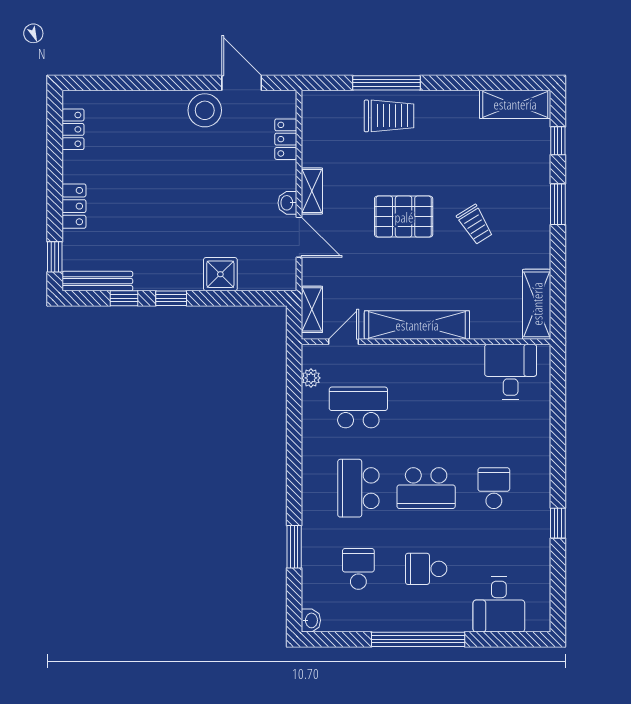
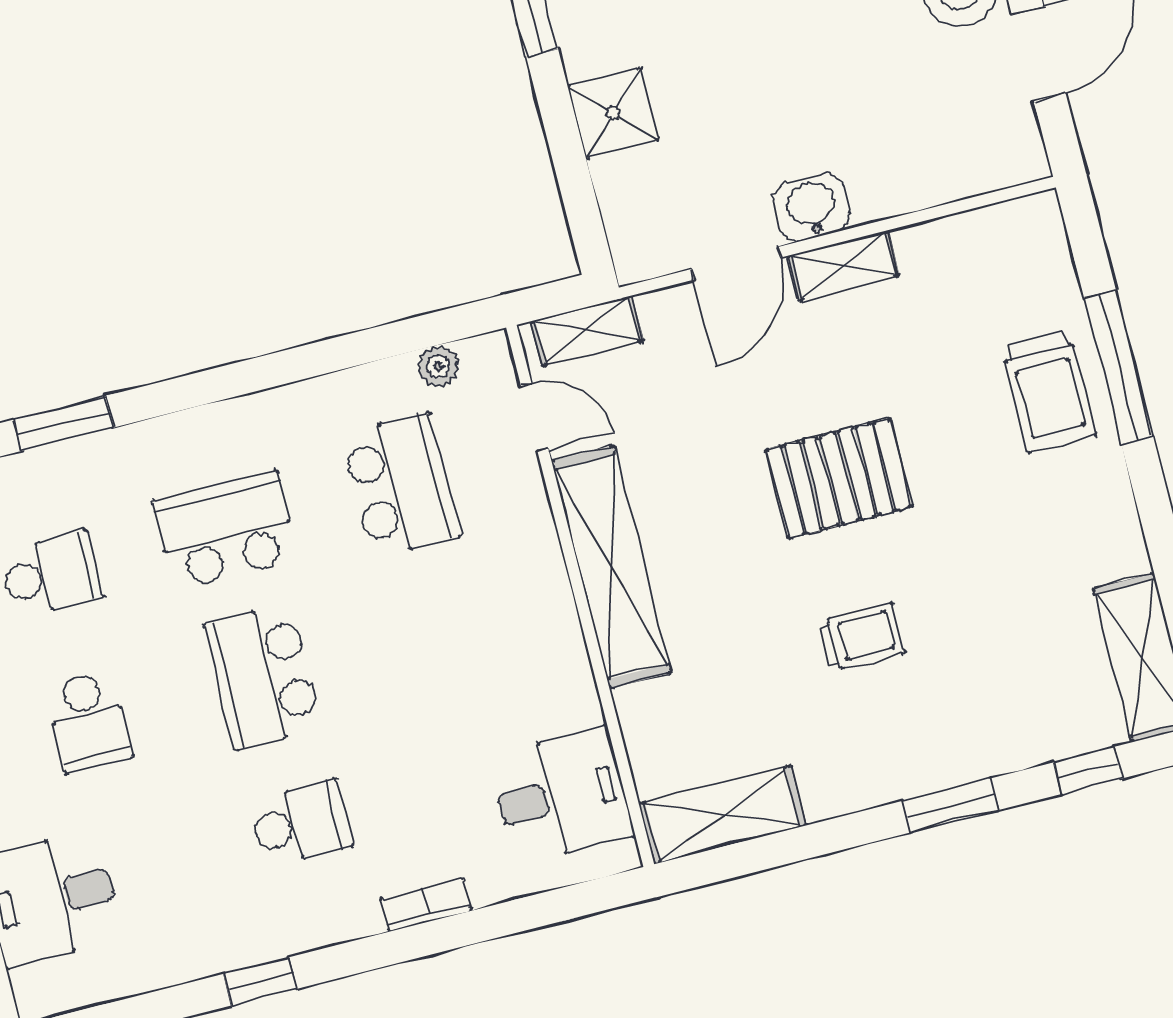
locker: (286, 139) -> (941, 180), removed
washbasin: (287, 203) -> (812, 207), width x1.38, depth x1.45
pallet: (404, 217) -> (839, 478), turned 90
trolley: (475, 225) -> (861, 637), turned -148
bookcase: (543, 443) -> (426, 905), added
school desk: (426, 569) -> (88, 721), turned 180

